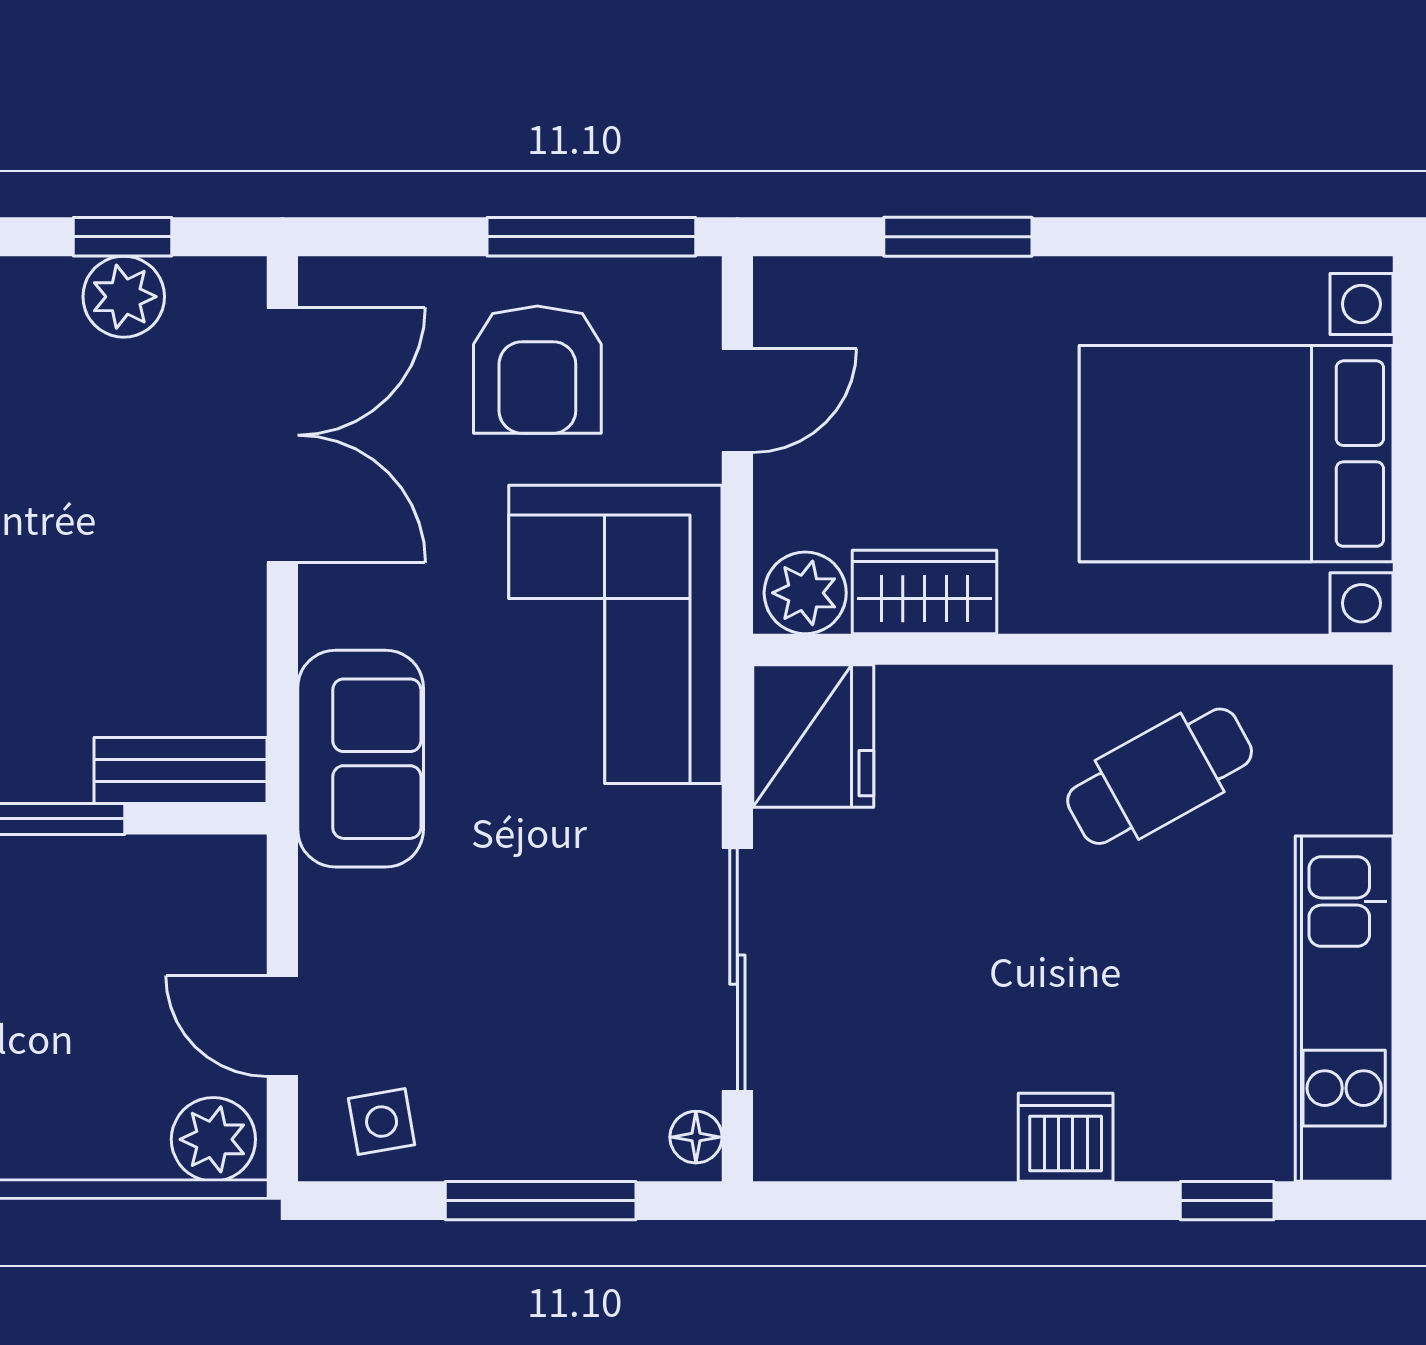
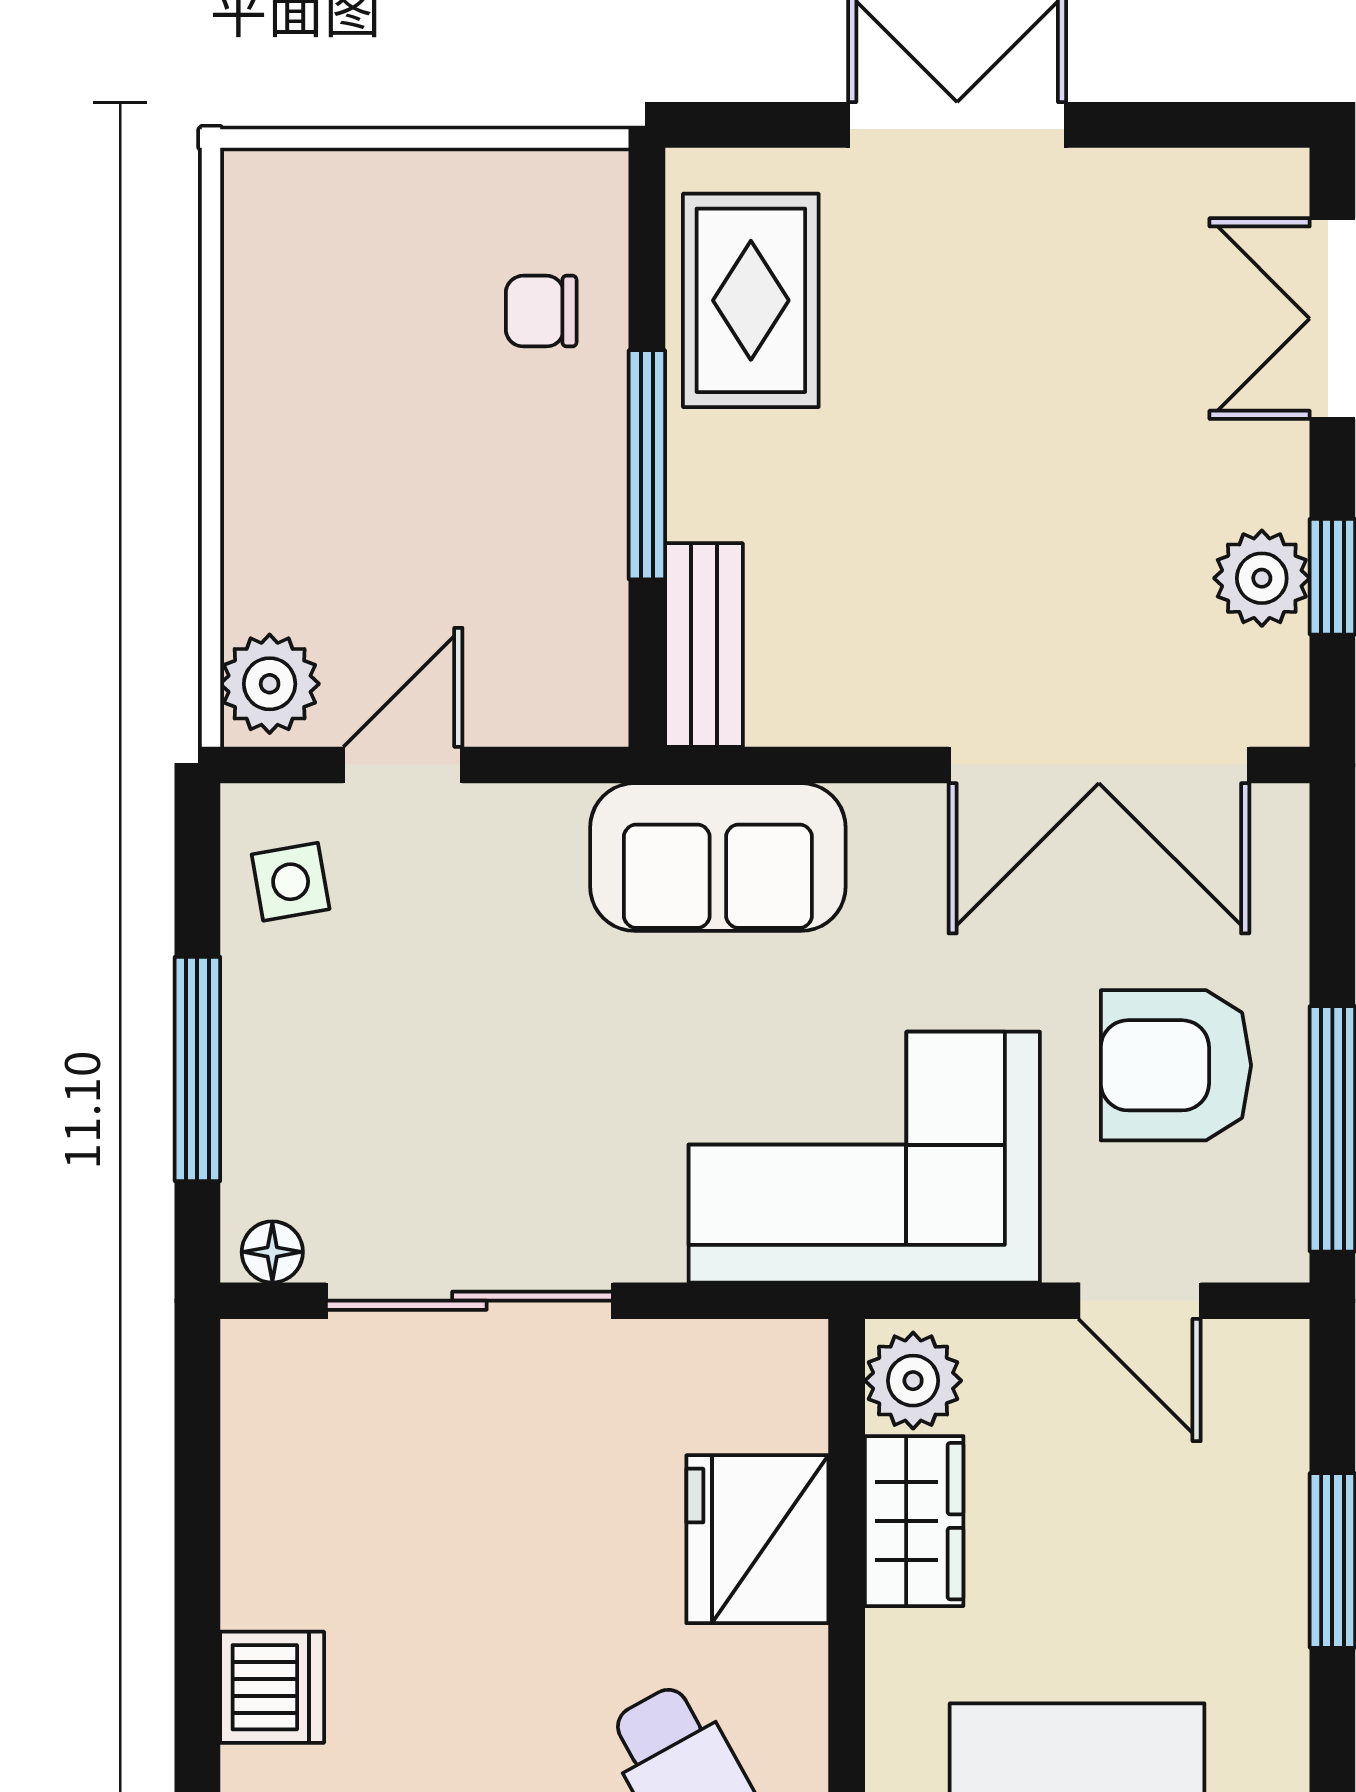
fridge: (813, 736) -> (757, 1539), moved, turned 90

